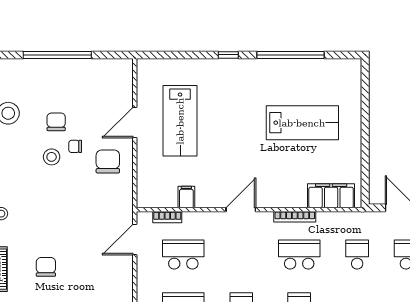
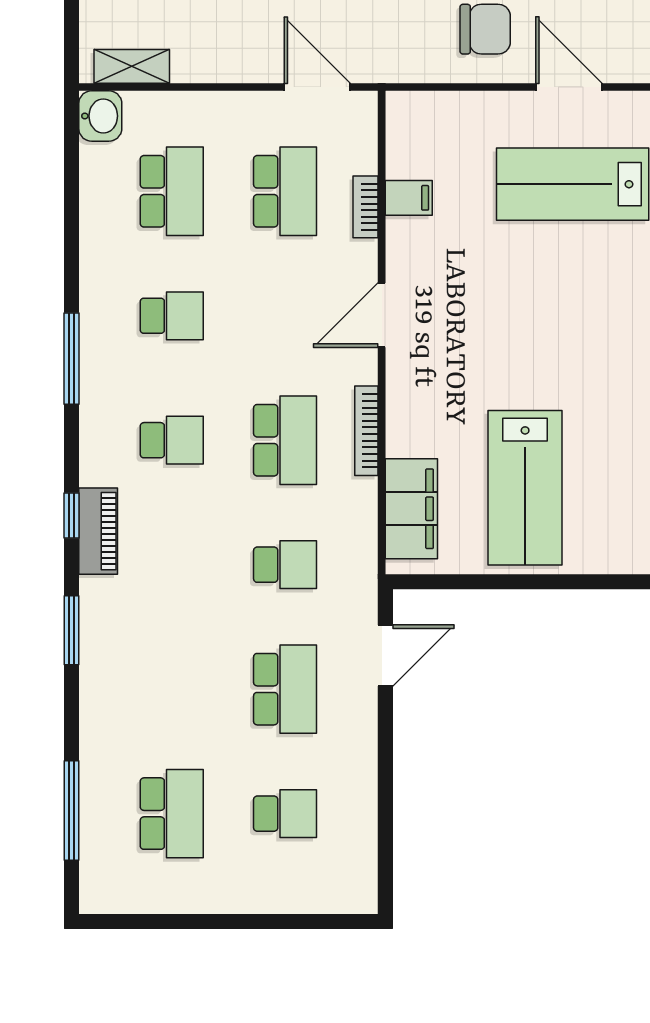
lab bench: (302, 123) -> (525, 488), moved
door: (241, 210) -> (382, 315), swing flipped
bookcase: (167, 217) -> (366, 207), moved

